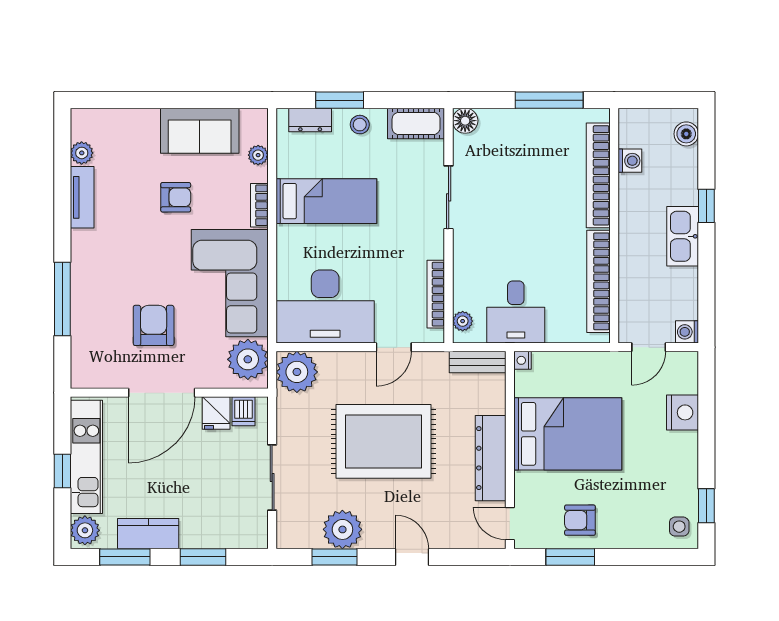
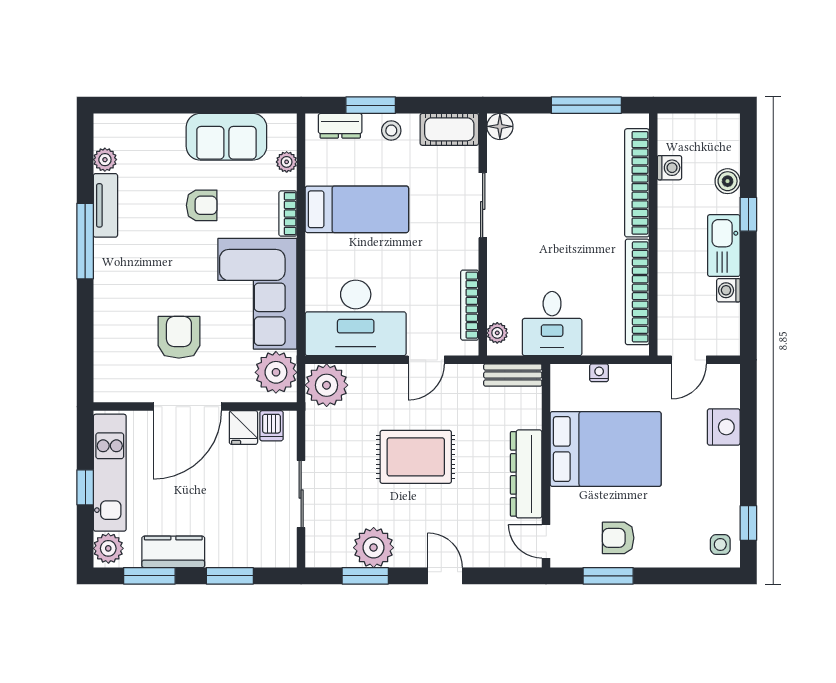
boiler: (686, 134) -> (728, 181), moved
window: (62, 299) -> (85, 241), moved
washing machine: (687, 332) -> (728, 290), moved
nightstand: (523, 360) -> (599, 373), moved, turned 90
rug: (383, 441) -> (416, 457), width x0.73, depth x0.69

